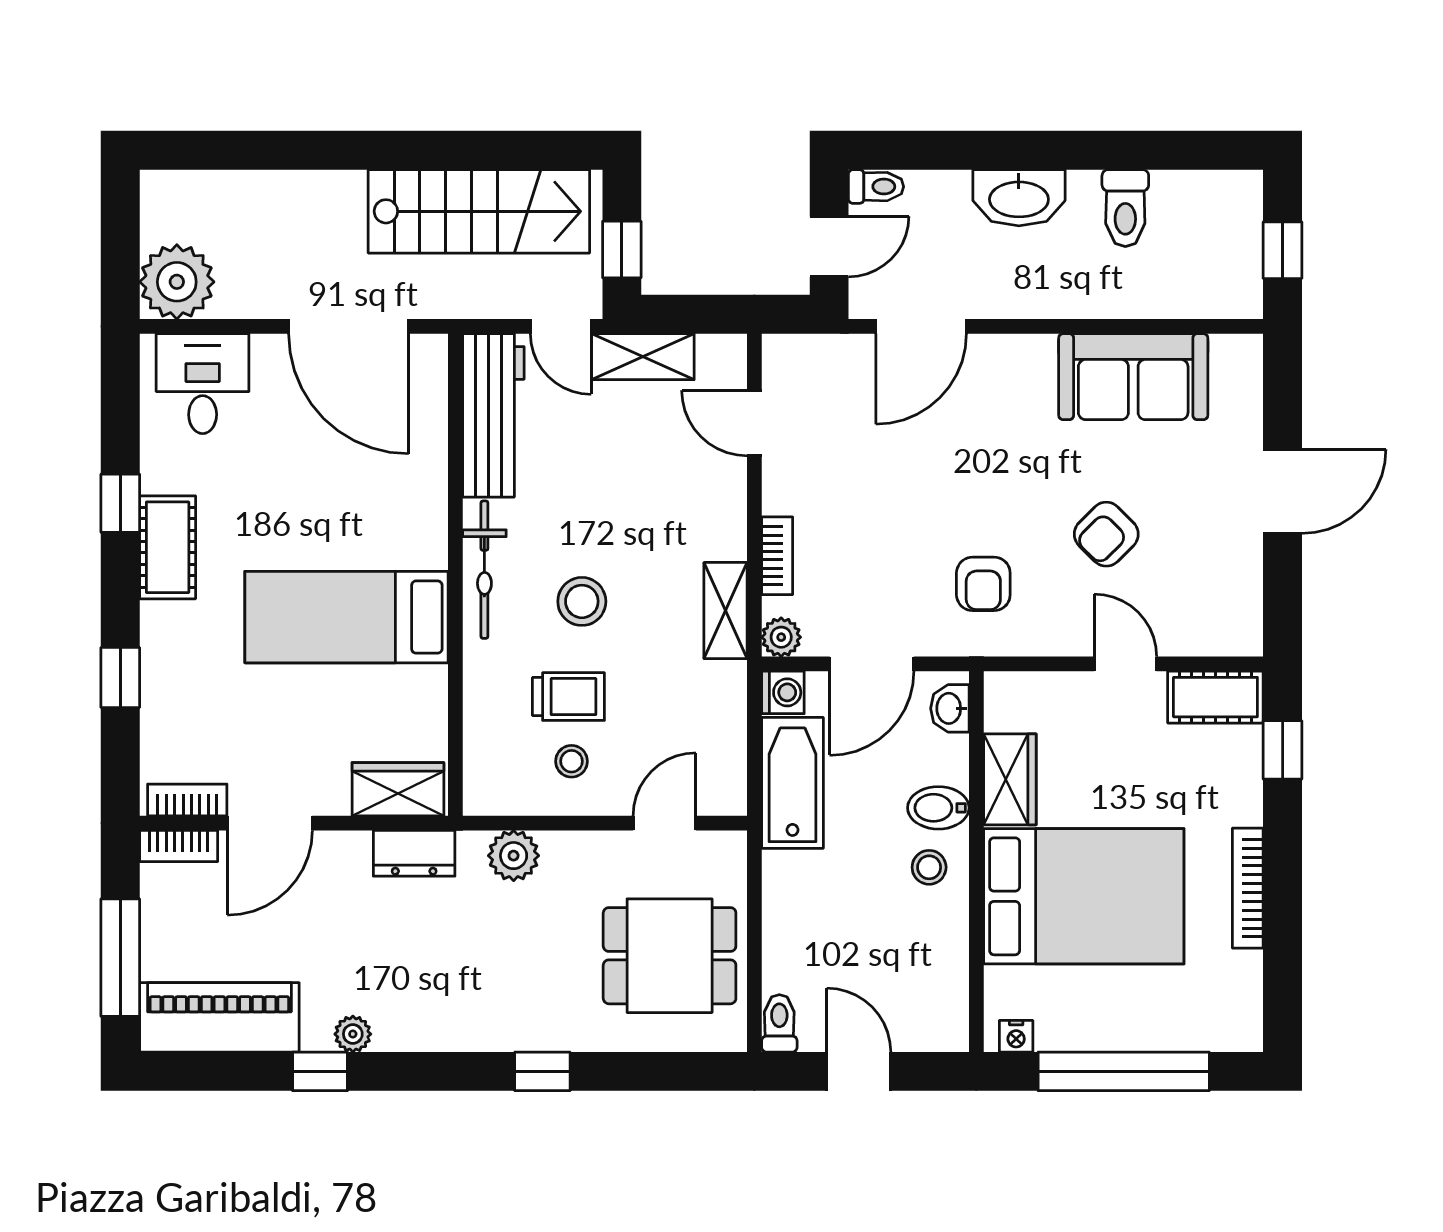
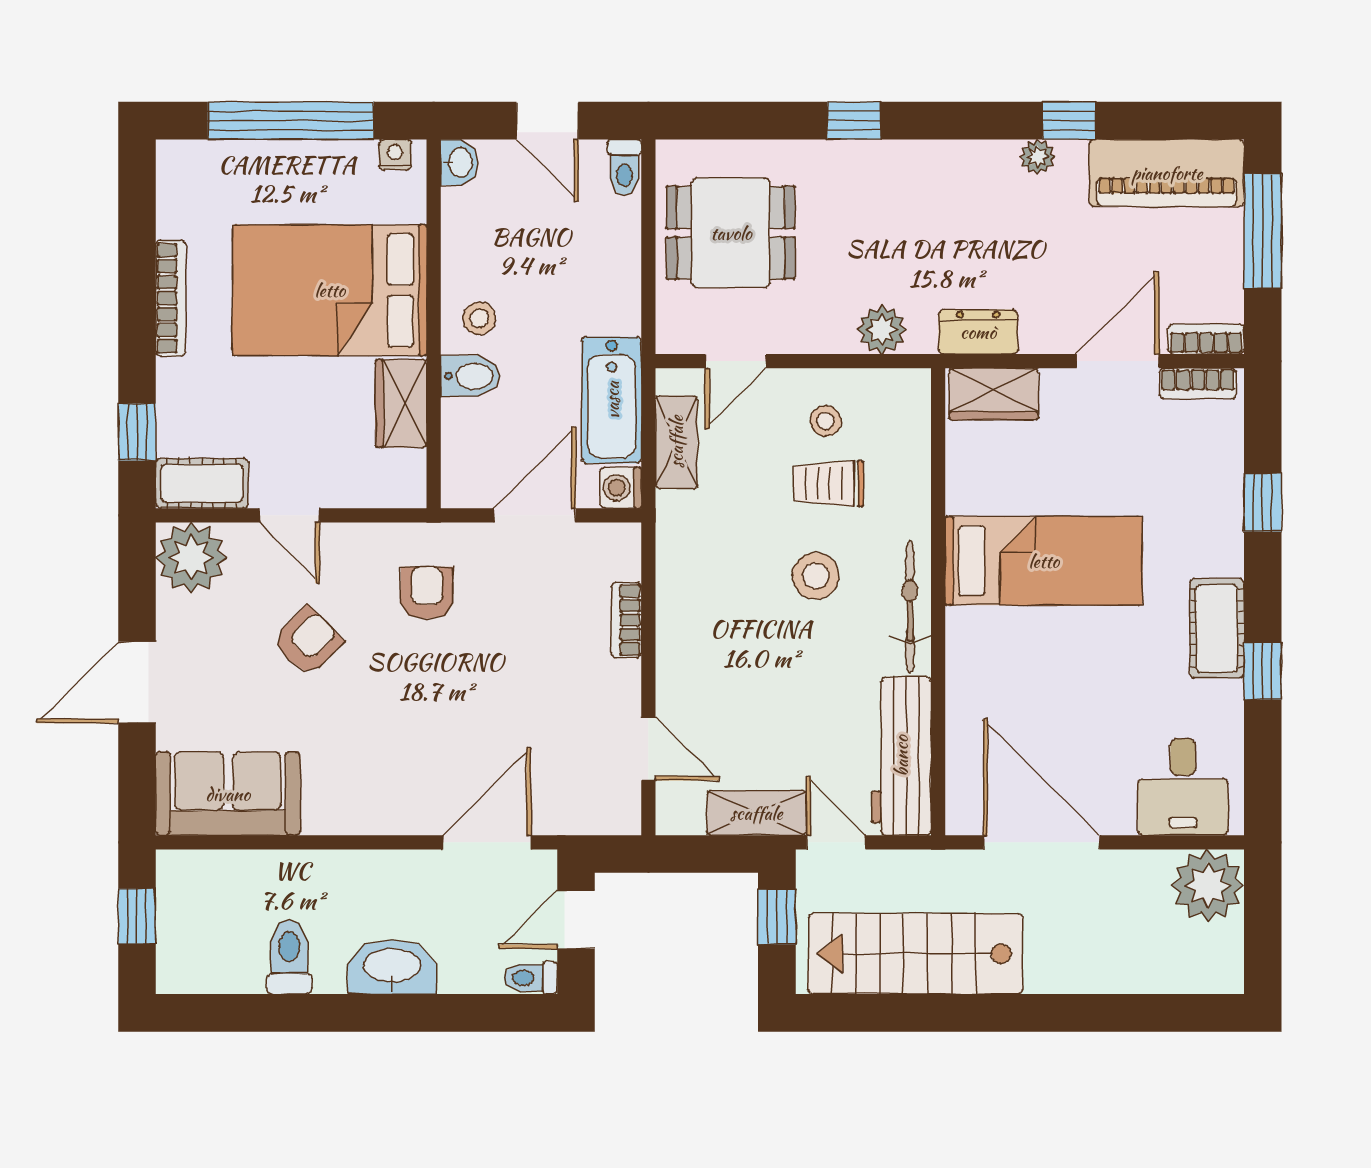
sofa: (1133, 377) -> (228, 794), moved
shelving: (726, 611) -> (676, 442), moved
plant: (781, 637) -> (191, 558), moved, width x1.88, depth x1.88
washbasin: (950, 708) -> (459, 162), moved

